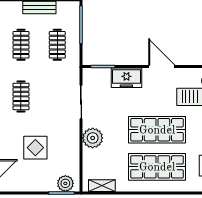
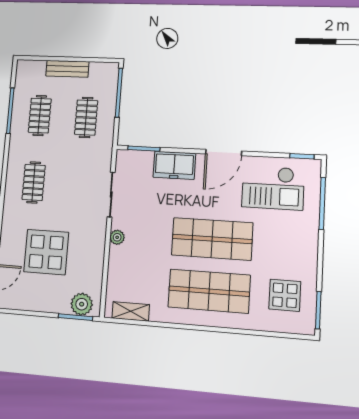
door: (162, 67) -> (224, 152), swing flipped
plant: (93, 138) -> (117, 237), width x0.53, depth x0.53
display table: (35, 148) -> (46, 252), width x1.36, depth x1.36

